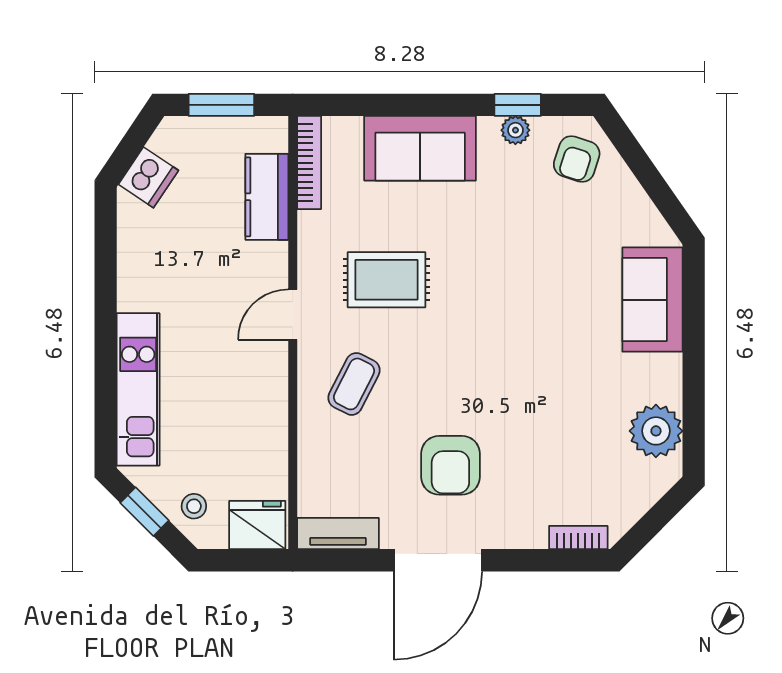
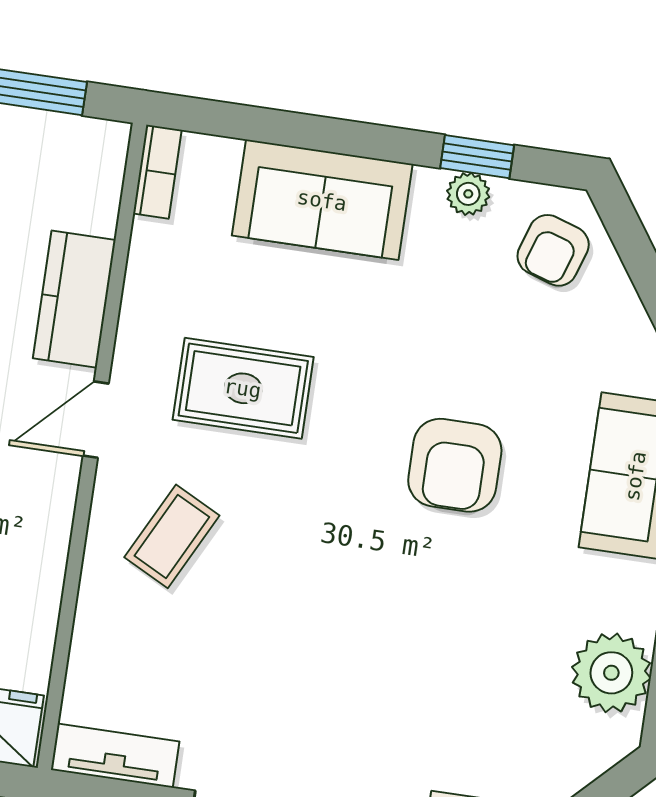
bookcase: (309, 163) -> (157, 172), width x0.64
kitchen counter: (267, 197) -> (74, 299), moved
armchair: (450, 465) -> (455, 465), moved

